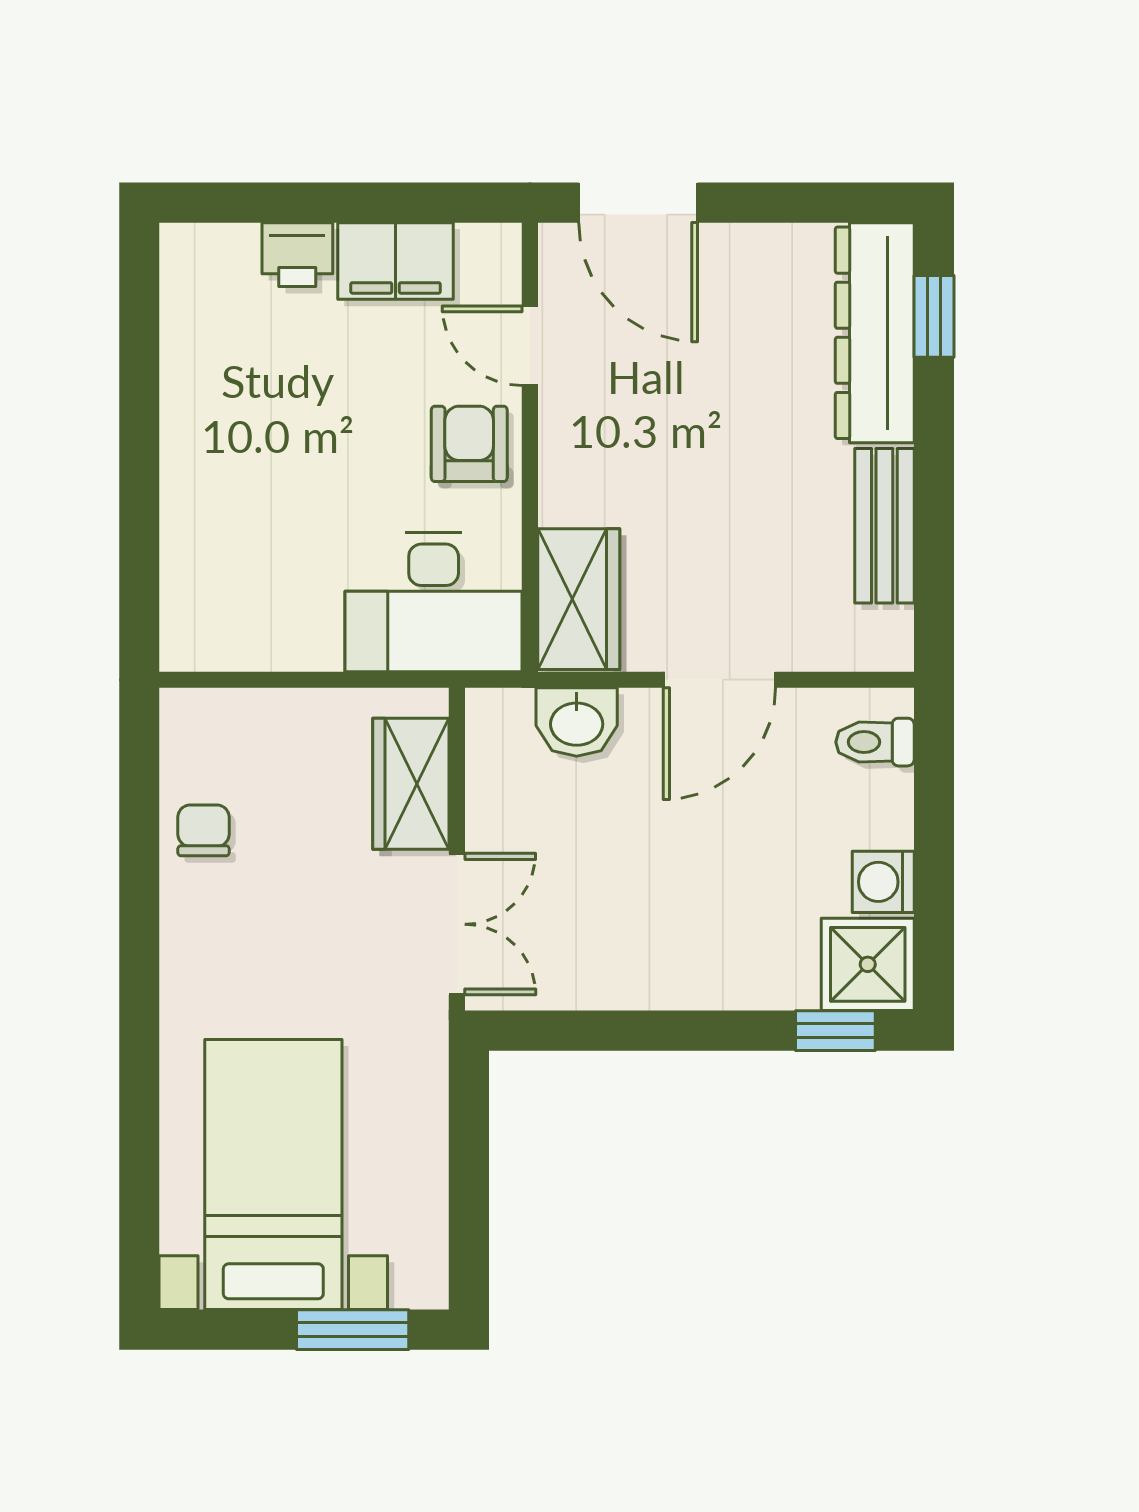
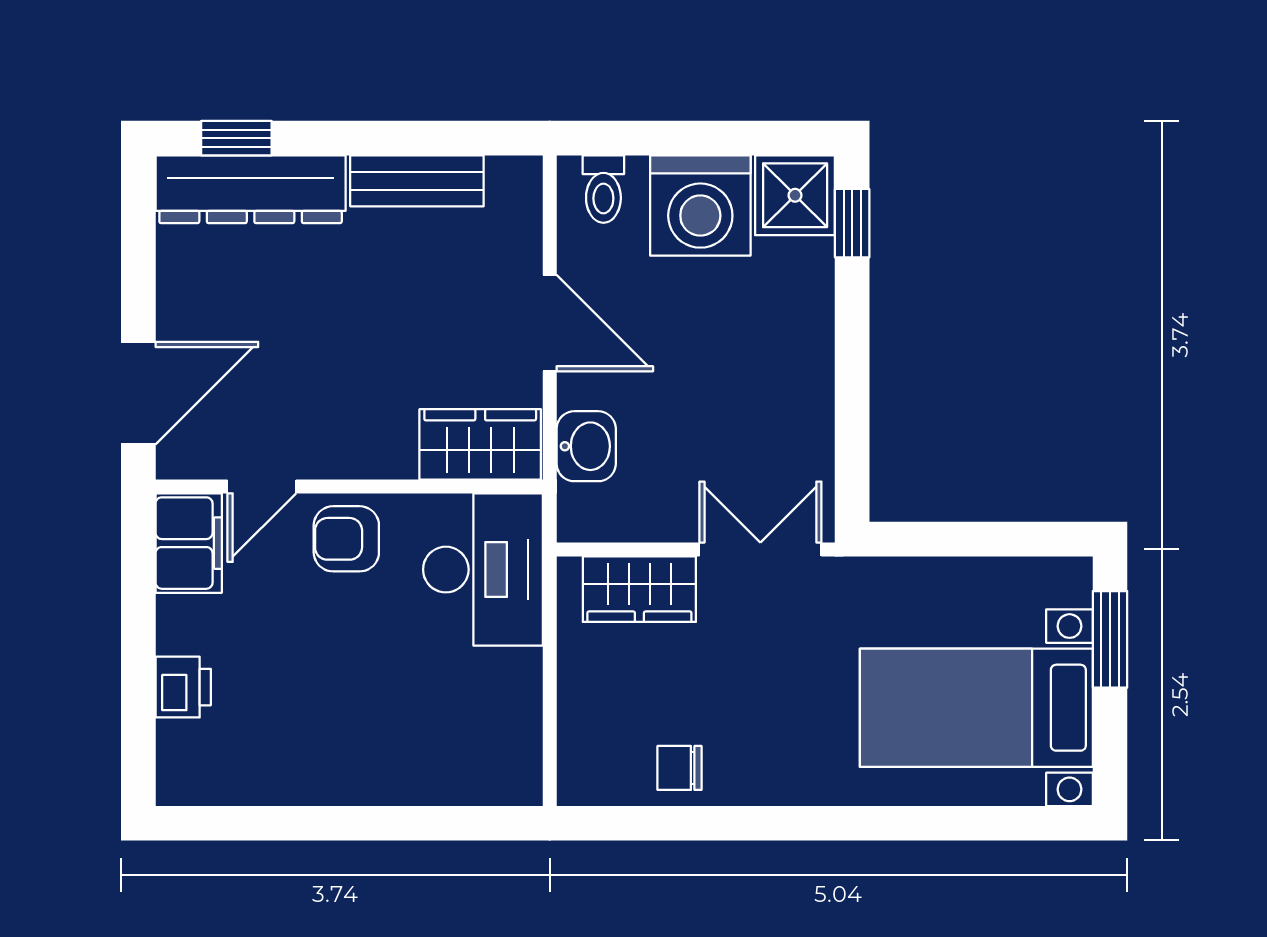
filing cabinet: (395, 261) -> (189, 543), moved
washing machine: (883, 882) -> (700, 206), width x1.89, depth x1.89

